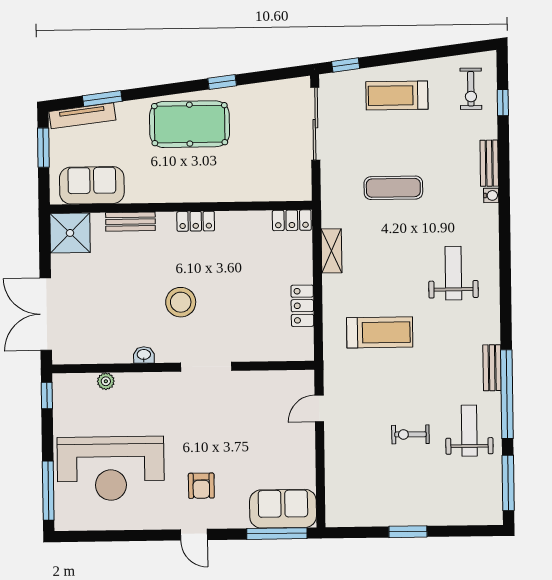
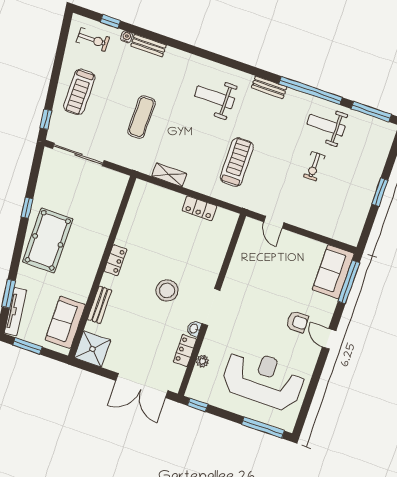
water cooler: (491, 195) -> (127, 37), moved
locker: (292, 220) -> (185, 350), moved, turned 180
doorway: (206, 367) -> (211, 307), moved
bench: (492, 368) -> (269, 87), moved
reception desk: (111, 468) -> (263, 379), turned -90
door: (194, 535) -> (329, 339), swing flipped

